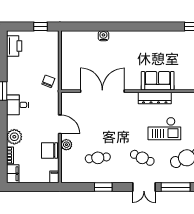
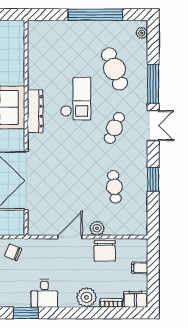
filing cabinet: (54, 177) -> (140, 268), moved

